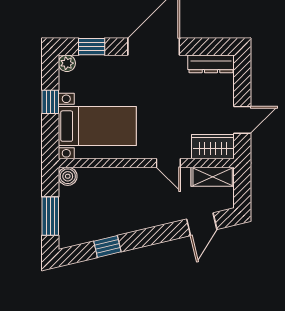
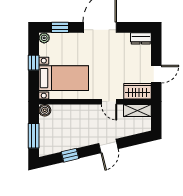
dresser: (211, 64) -> (141, 38), width x0.70
door: (202, 224) -> (108, 146), moved

